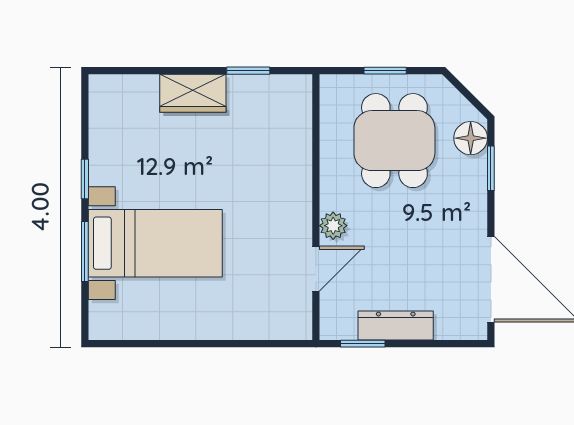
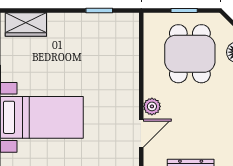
wardrobe: (193, 93) -> (26, 24), moved

